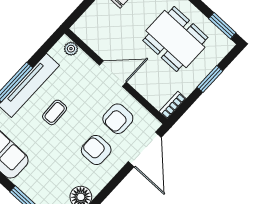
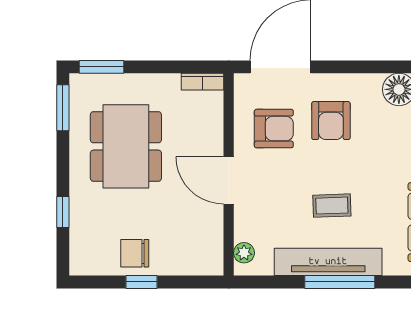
window: (210, 79) -> (102, 67), moved

